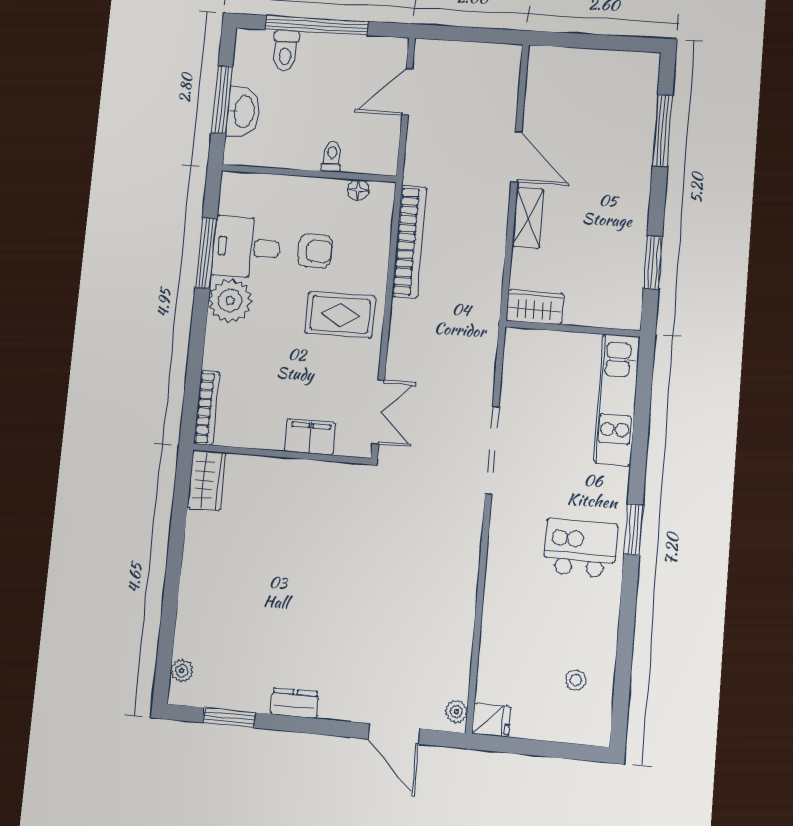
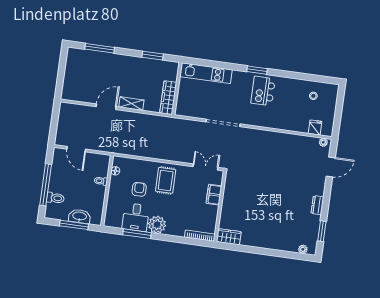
bookcase: (409, 242) -> (138, 151), removed
wardrobe: (535, 307) -> (168, 98), width x1.50
fridge: (491, 720) -> (315, 127), moved

